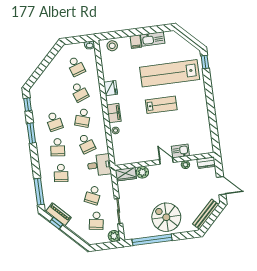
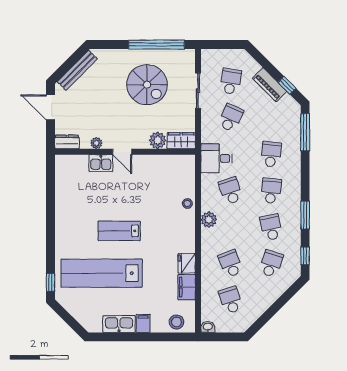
lab bench: (170, 73) -> (102, 273), turned 180
filing cabinet: (114, 113) -> (187, 287), moved
school desk: (83, 118) -> (271, 264), moved
piano: (59, 214) -> (270, 85), moved
spiral stairs: (166, 217) -> (147, 85), moved
plant: (114, 236) -> (209, 220), moved

